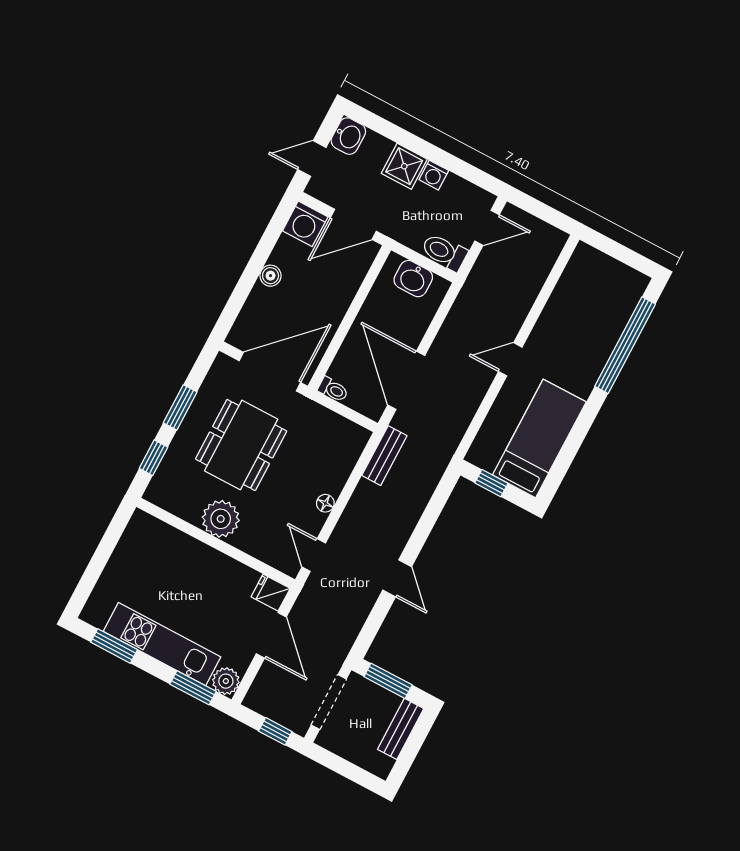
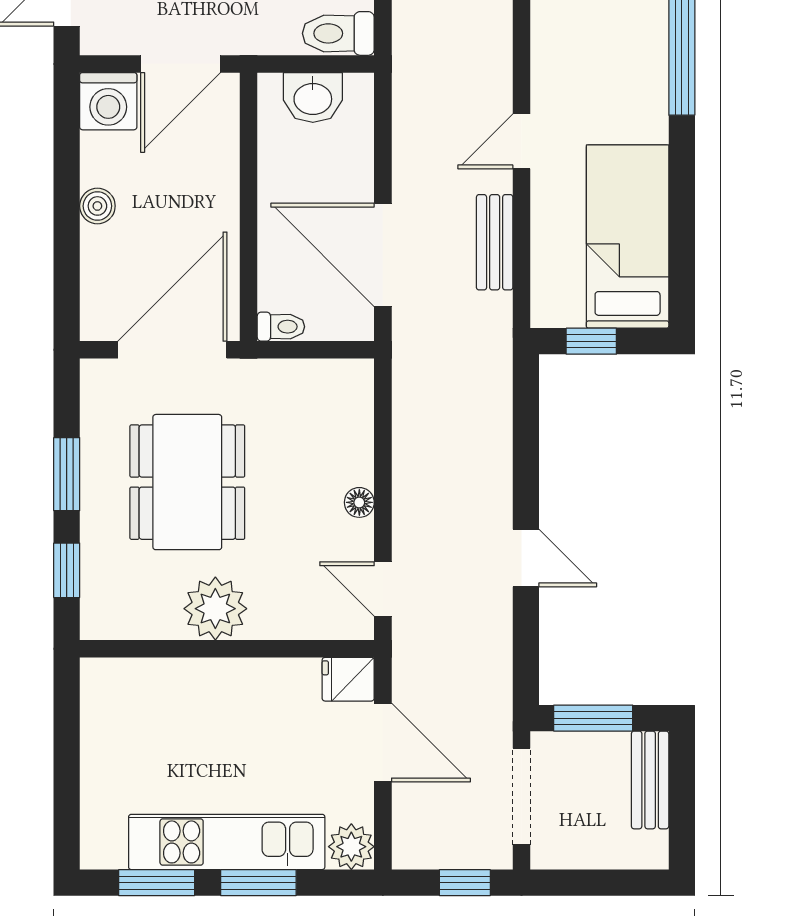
bench: (384, 456) -> (495, 242), moved
window: (193, 688) -> (258, 883), moved

